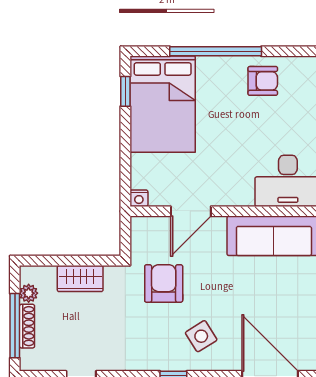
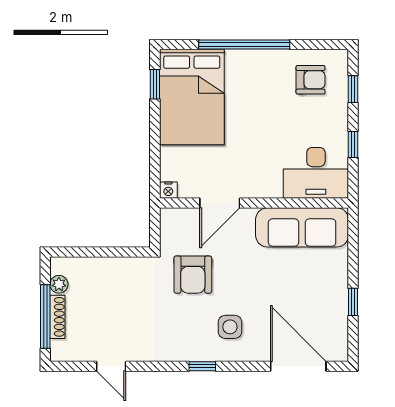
armchair: (263, 81) -> (311, 80), moved
wardrobe: (80, 279) -> (110, 270), removed
armchair: (164, 283) -> (193, 275), turned 180
side table: (201, 336) -> (230, 327), turned 32

